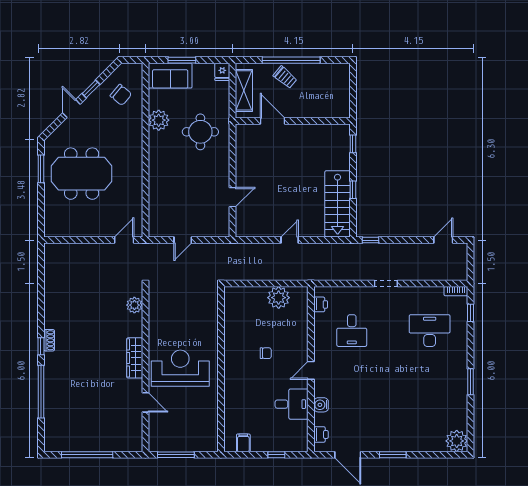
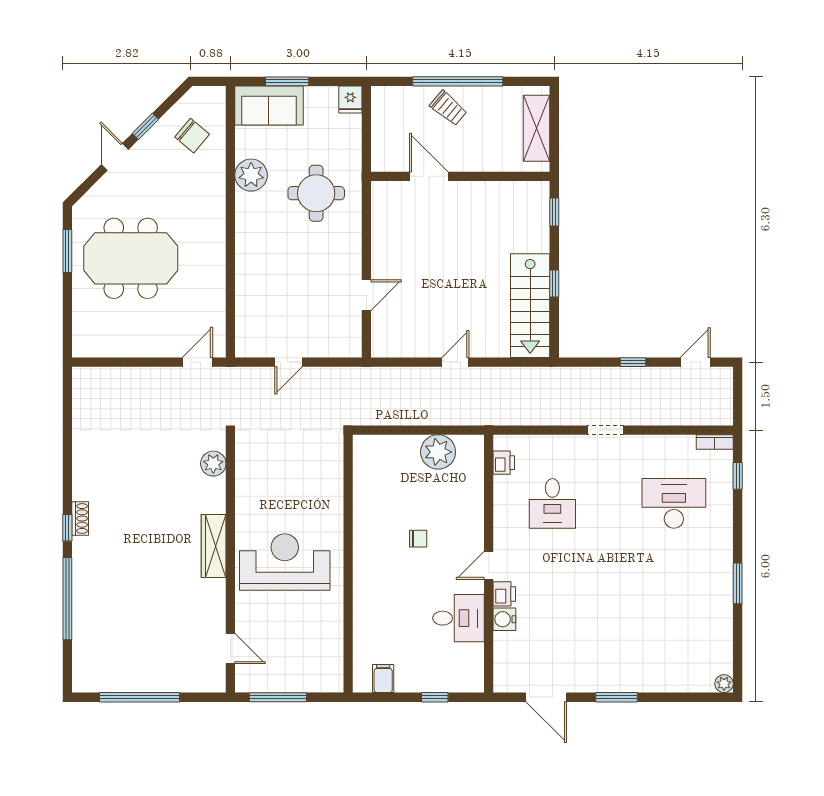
shelving: (244, 90) -> (536, 128), moved
window: (371, 240) -> (633, 362), moved
door: (145, 402) -> (230, 649), moved
printer: (321, 434) -> (504, 594), moved
plant: (457, 441) -> (724, 684), width x0.53, depth x0.53

